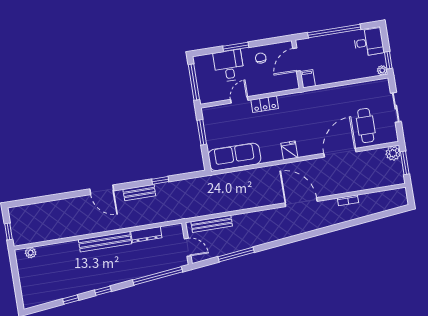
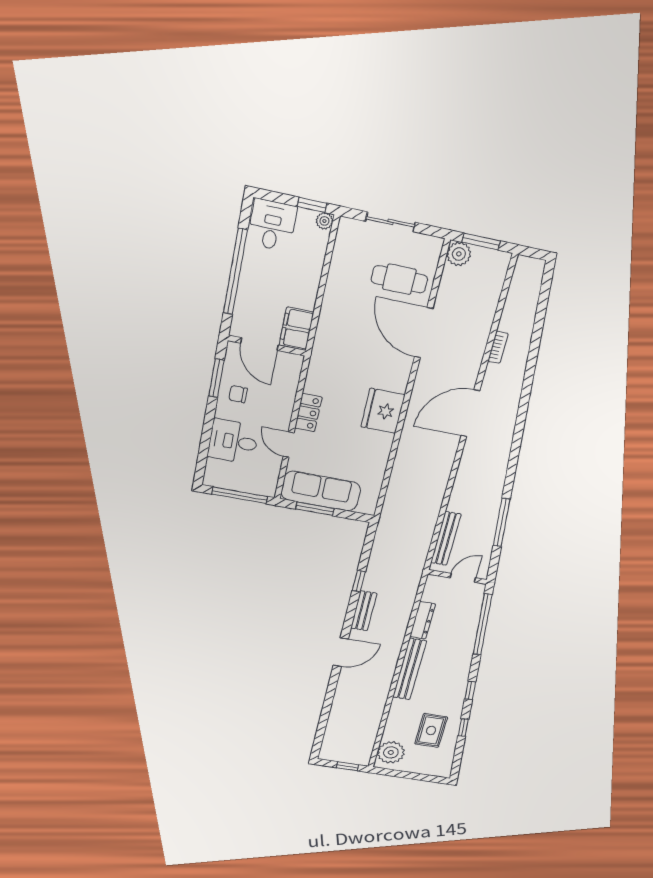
window: (236, 47) -> (216, 378), moved
filing cabinet: (308, 79) -> (296, 329), width x2.00
fridge: (289, 150) -> (383, 411), width x1.88, depth x1.34
sofa: (235, 157) -> (321, 491), moved, turned 90
plant: (31, 253) -> (391, 752), width x1.88, depth x1.88
rug: (60, 278) -> (431, 730), added

